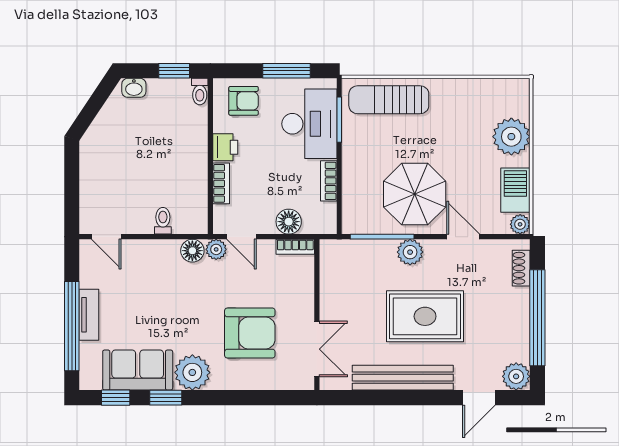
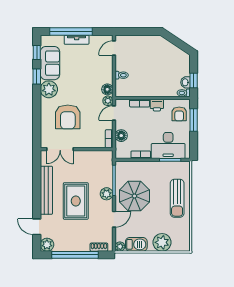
window: (286, 71) -> (194, 120), moved
washbasin: (134, 88) -> (185, 82), moved
sun lounger: (389, 100) -> (177, 198), moved, turned 180

